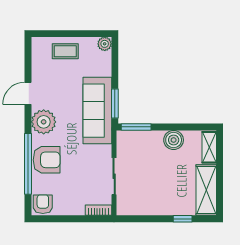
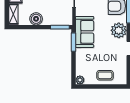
sofa: (97, 111) -> (85, 32), width x0.73

